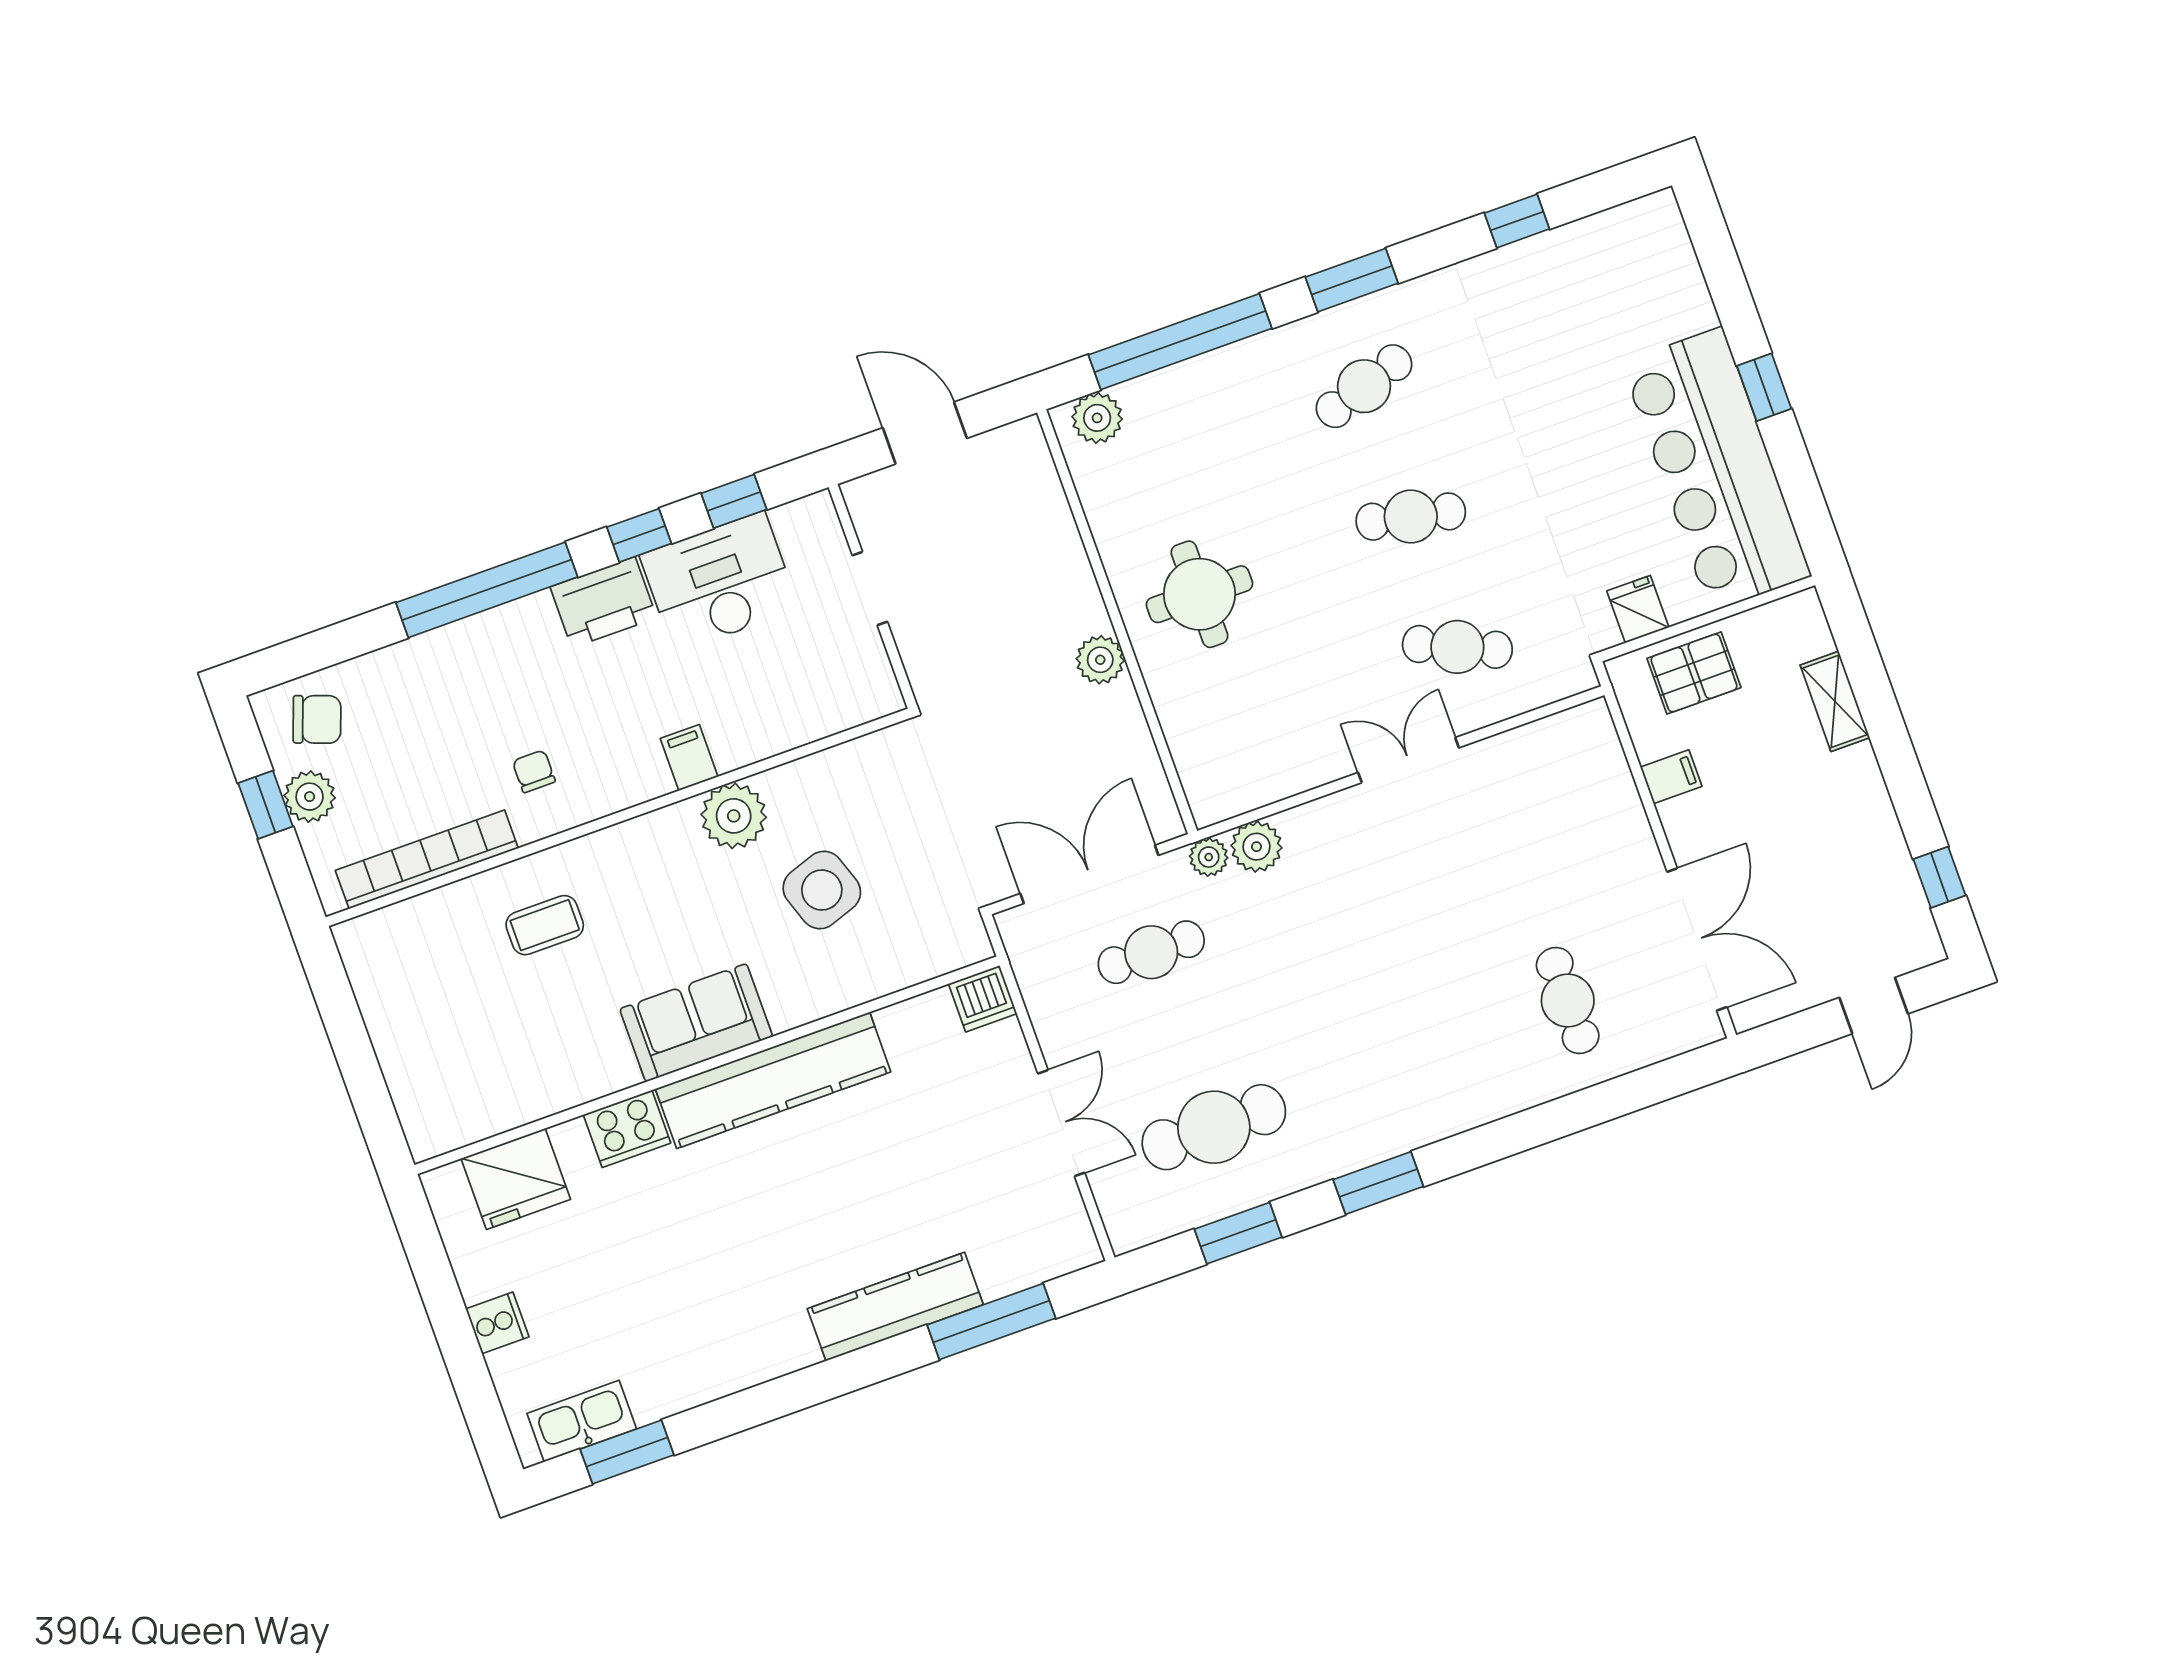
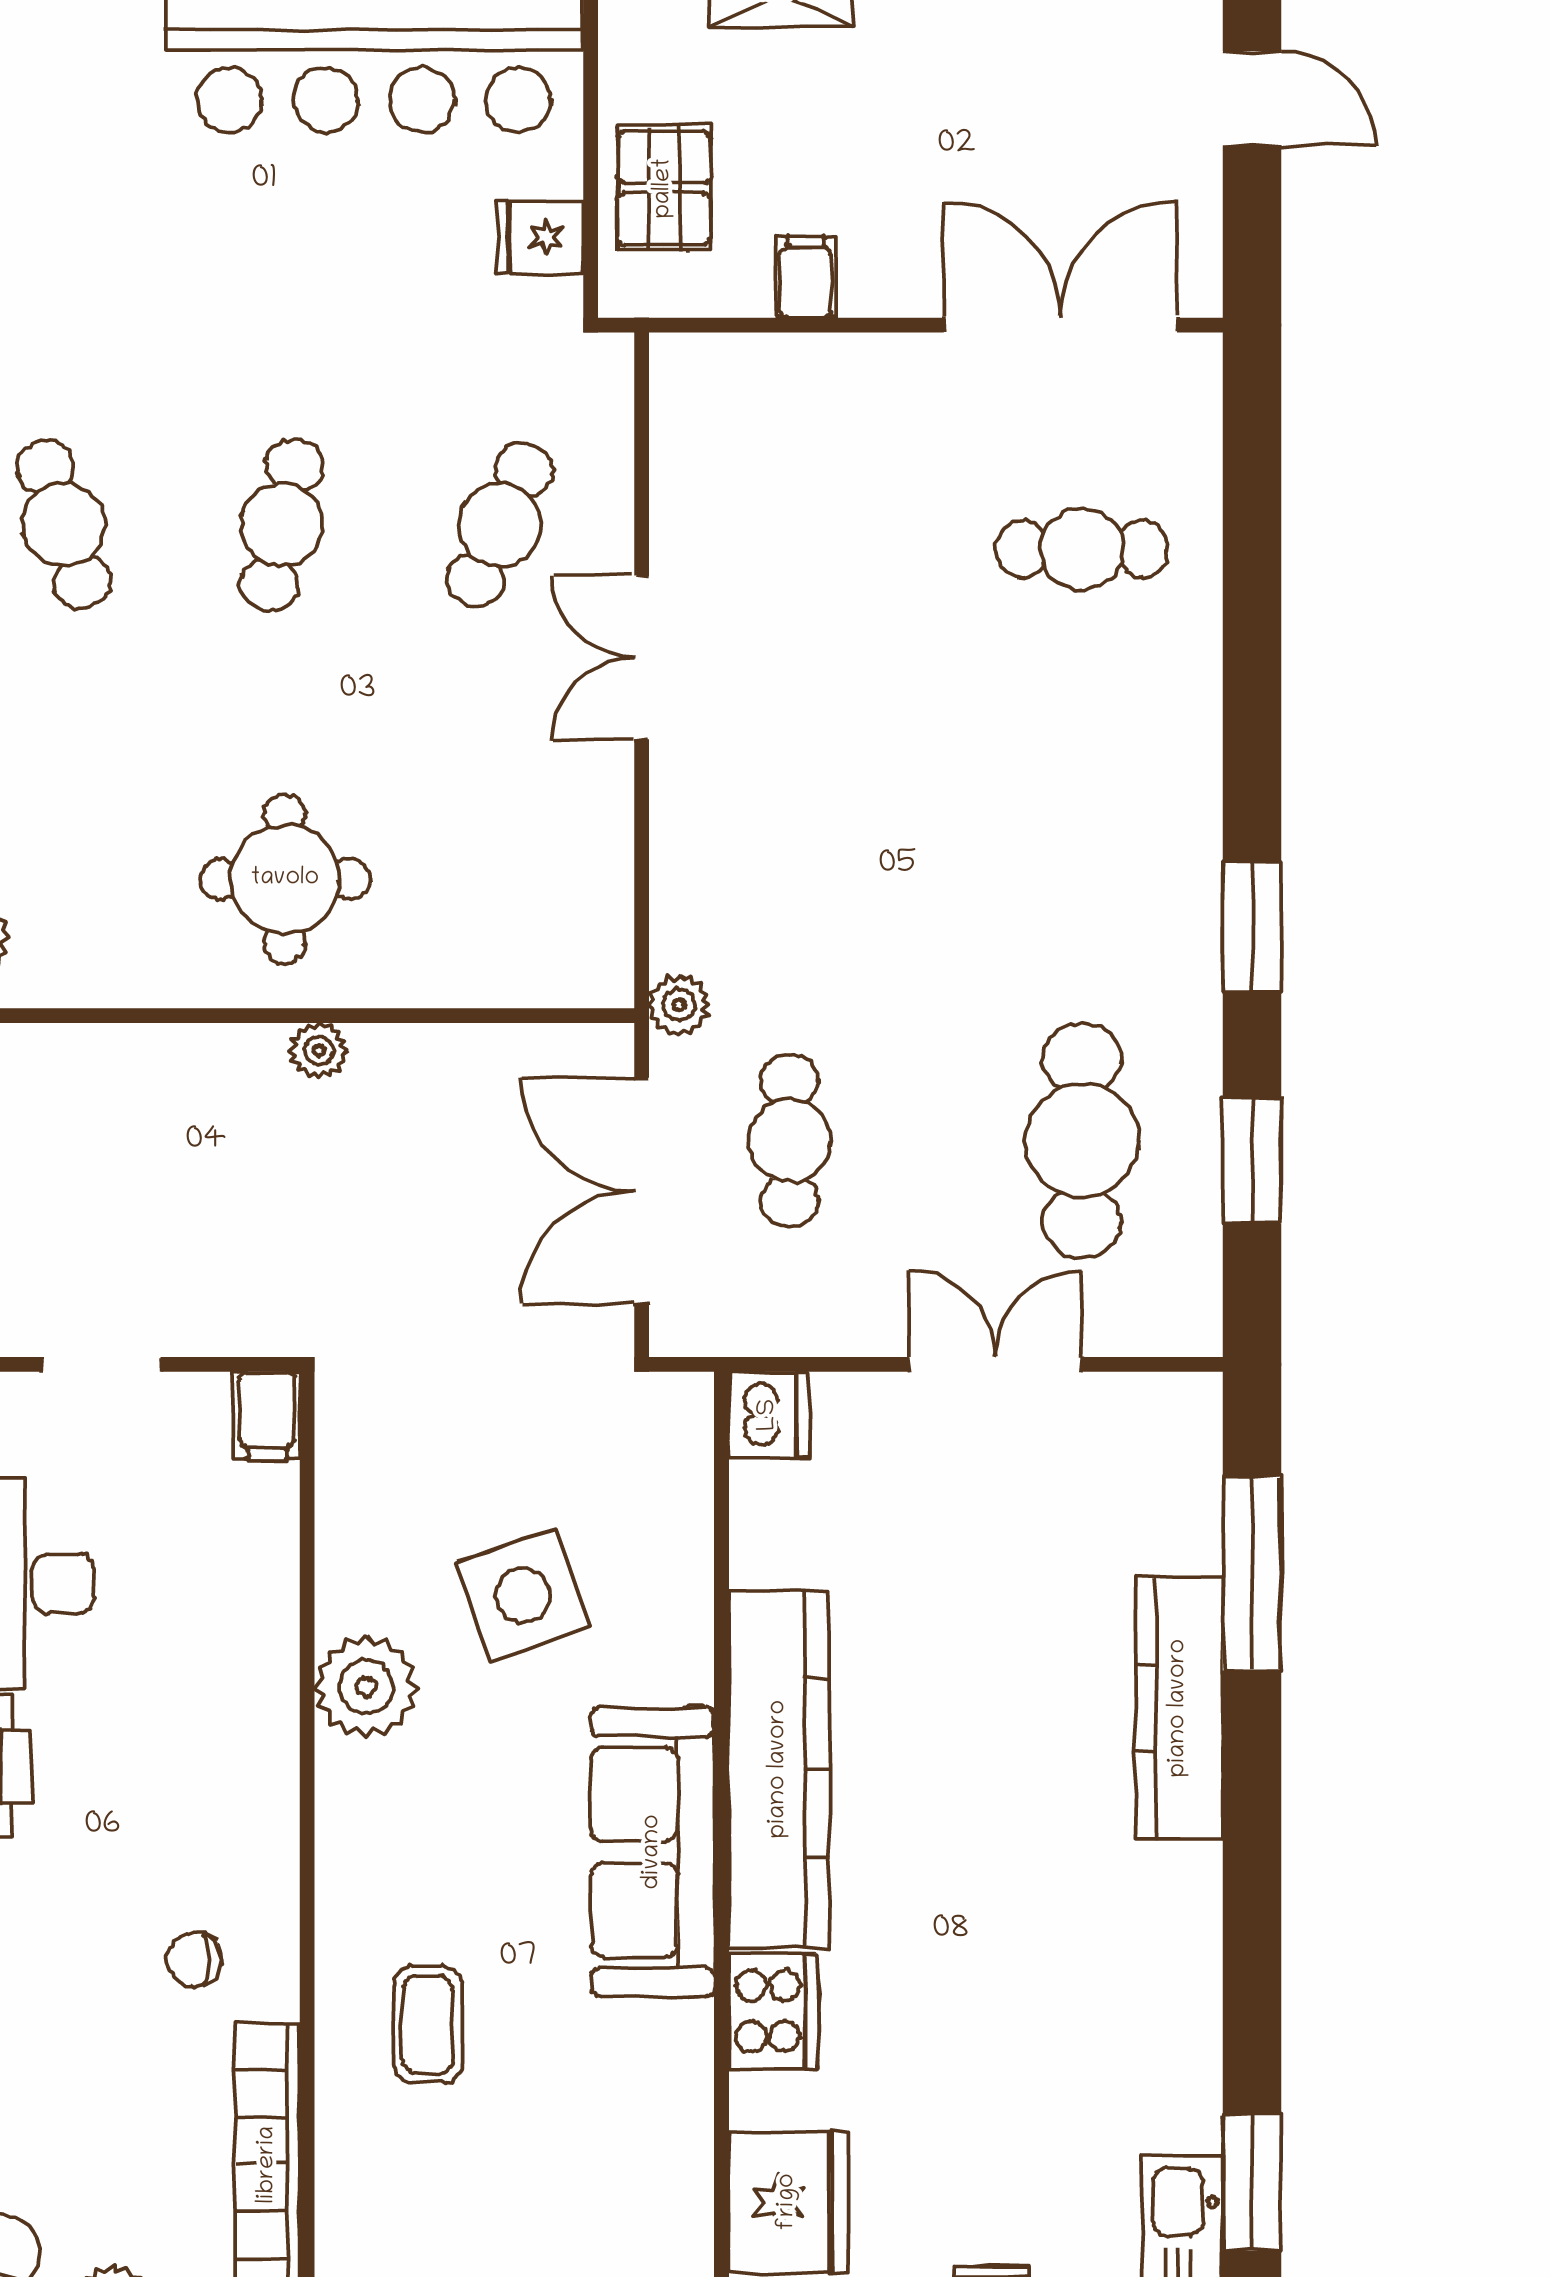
plant: (1100, 660) -> (319, 1050), width x0.73, depth x0.73
filing cabinet: (689, 758) -> (267, 1415), moved, turned -90
plant: (1256, 847) -> (689, 928), removed
sofa: (696, 1023) -> (653, 1852), width x1.36

